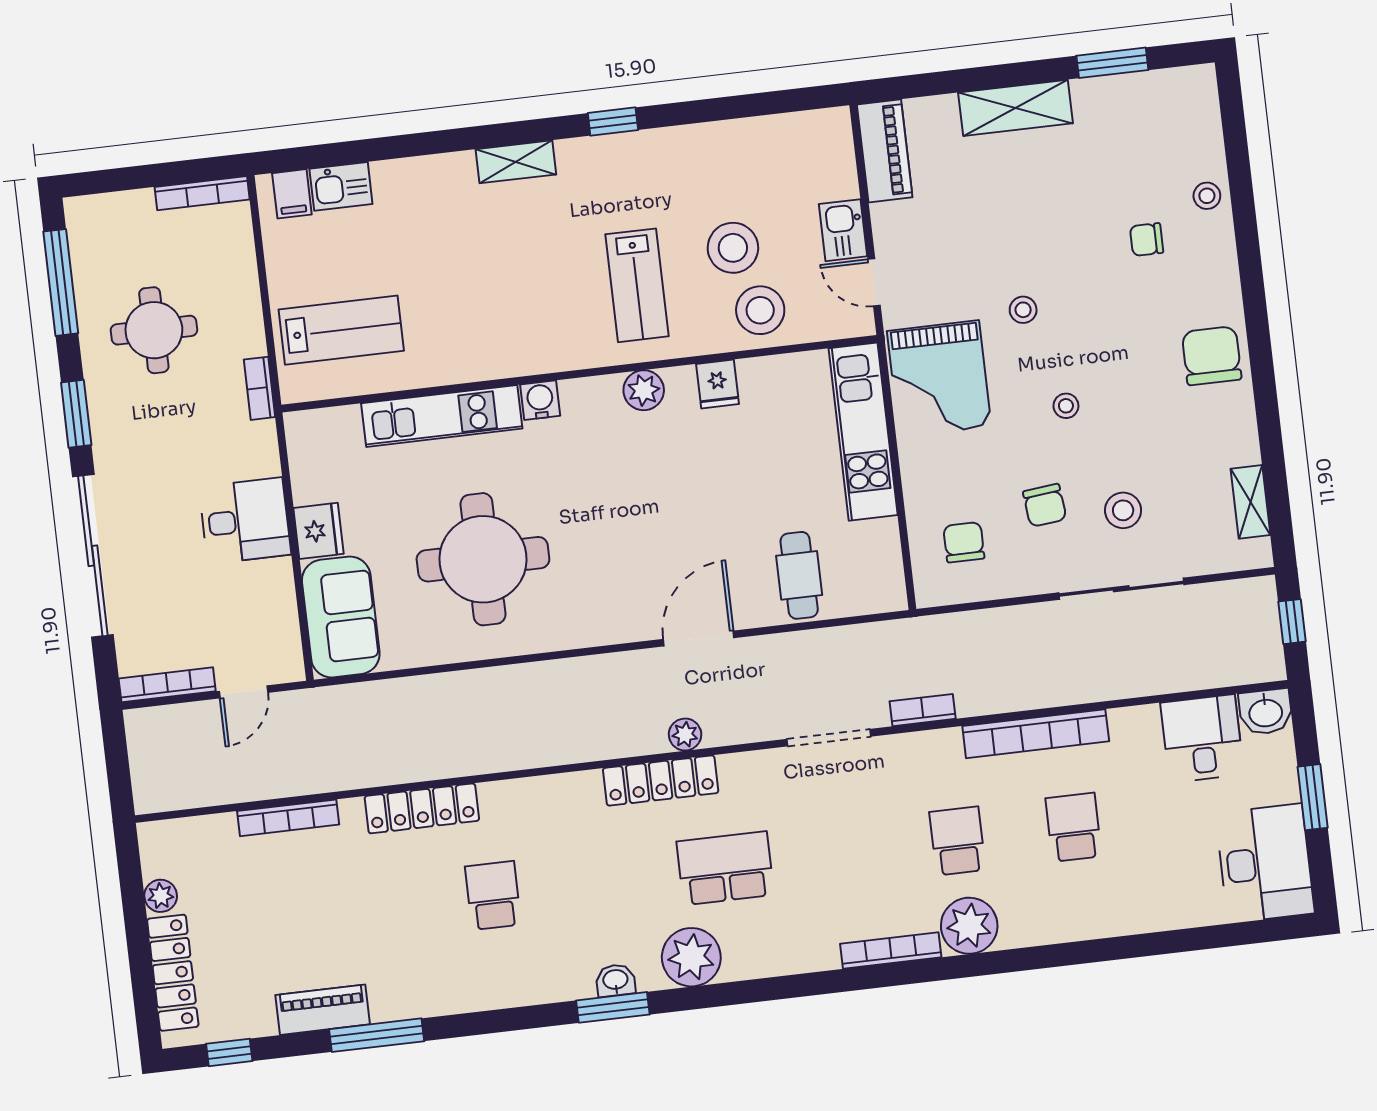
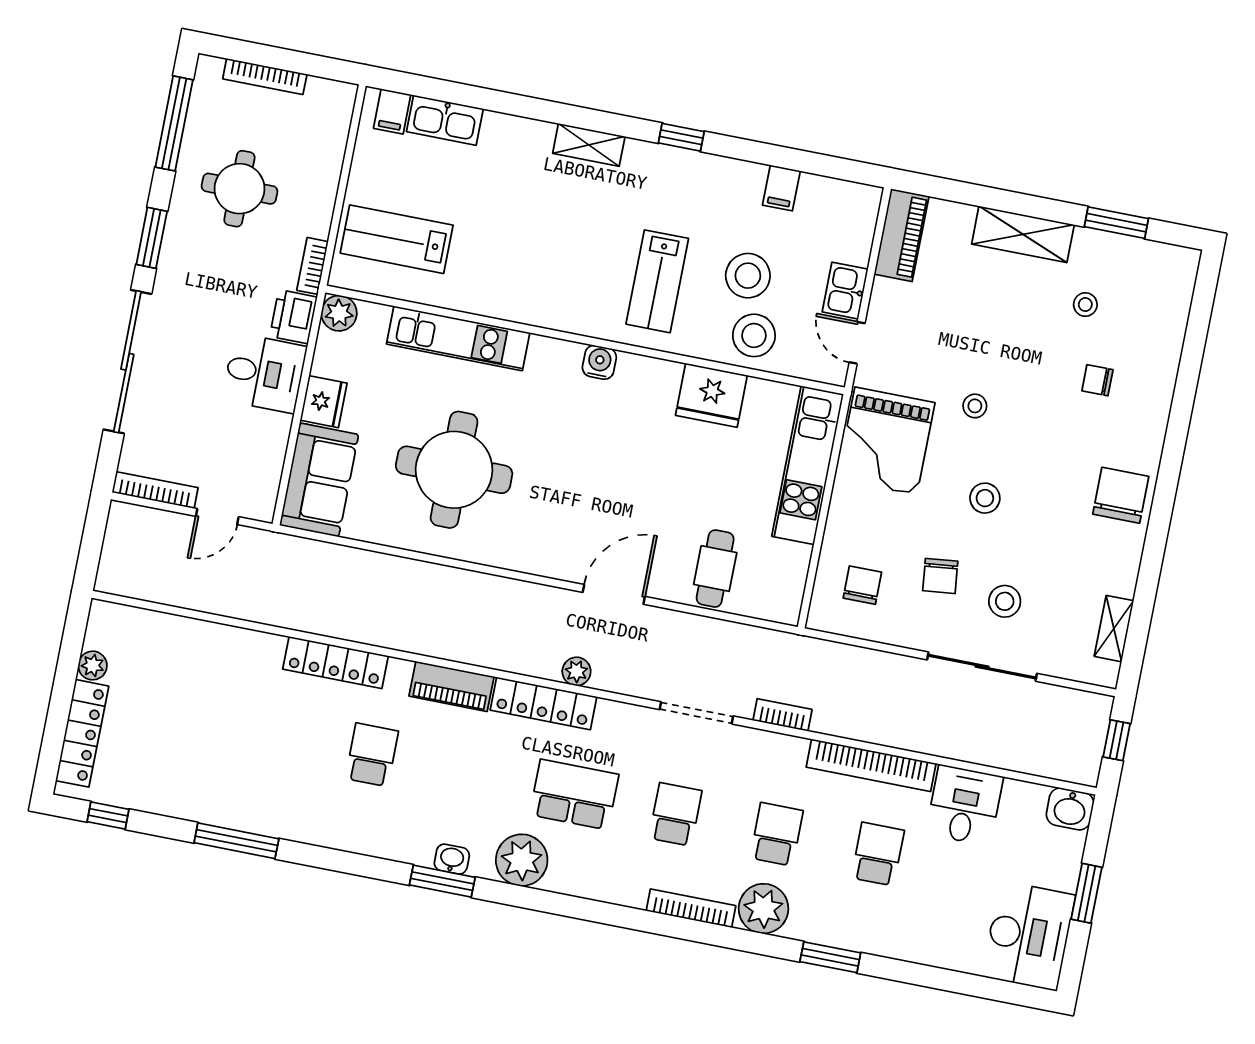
filing cabinet: (739, 142) -> (781, 188), added
kitchen sink: (341, 186) -> (445, 120), width x1.38
bookcase: (202, 193) -> (265, 76), moved
stool: (1207, 196) -> (1085, 305), moved
lab bench: (341, 330) -> (397, 239), turned 180
fridge: (718, 384) -> (711, 395), width x1.88, depth x1.34
plant: (644, 390) -> (339, 313), moved
water cooler: (540, 400) -> (599, 362), moved
stool: (1066, 406) -> (985, 498), width x1.37, depth x1.37
printer: (256, 450) -> (293, 317), added
desk: (1202, 738) -> (964, 805), moved
bookcase: (288, 818) -> (221, 634), removed
school desk: (841, 855) -> (675, 814), added
window: (1058, 955) -> (830, 957), added
piano: (323, 1010) -> (452, 686), moved, turned 180

